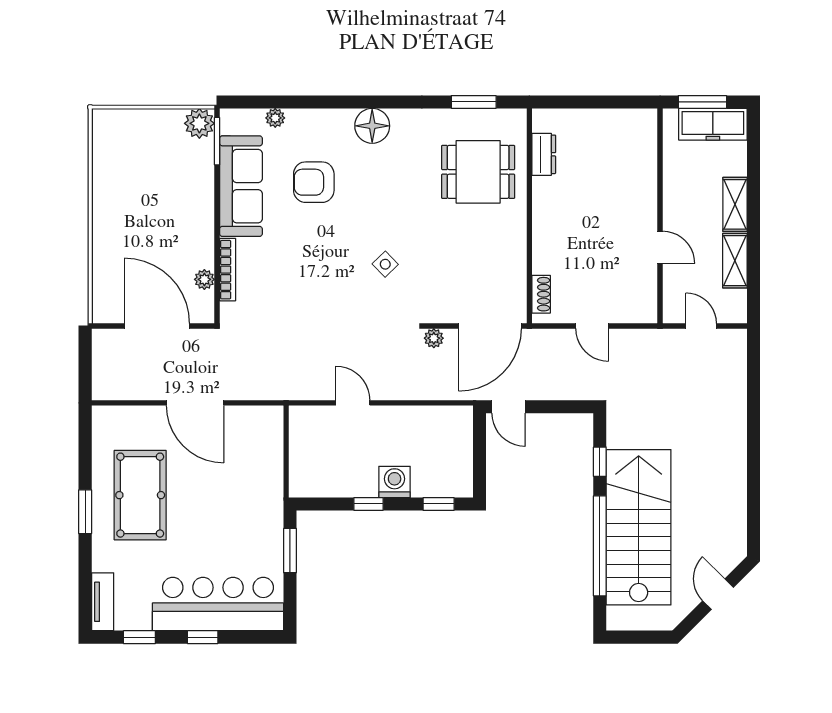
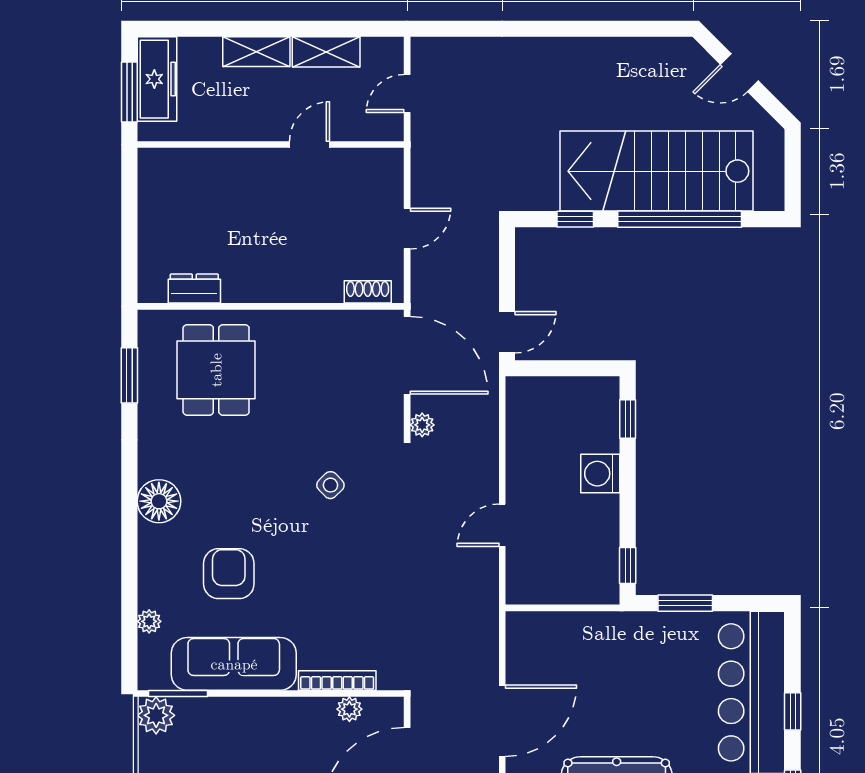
armchair: (314, 182) -> (229, 574), turned 180
window: (369, 504) -> (628, 565), moved

